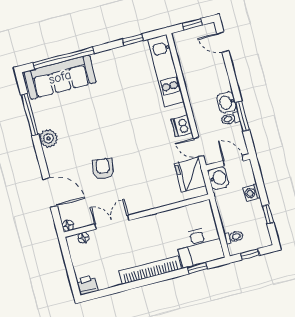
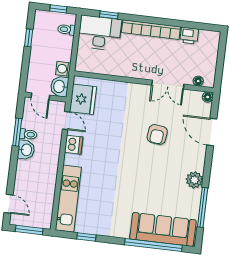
window: (192, 24) -> (29, 230), width x1.50
washing machine: (252, 193) -> (63, 69), moved, turned 180
printer: (87, 285) -> (189, 36), moved

